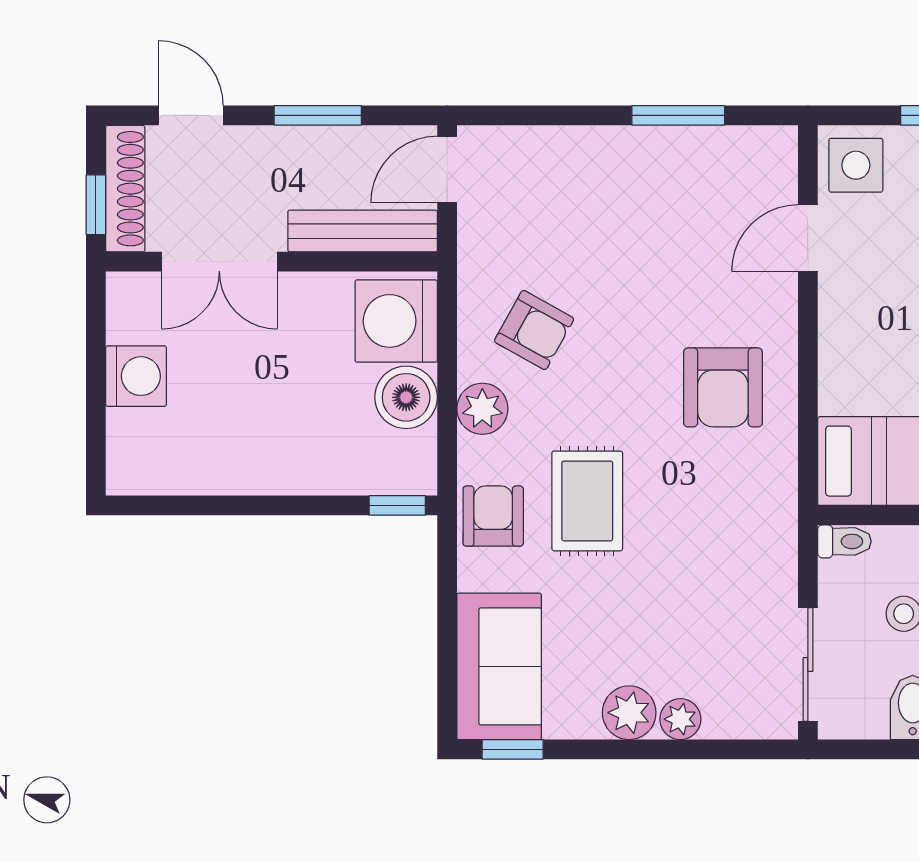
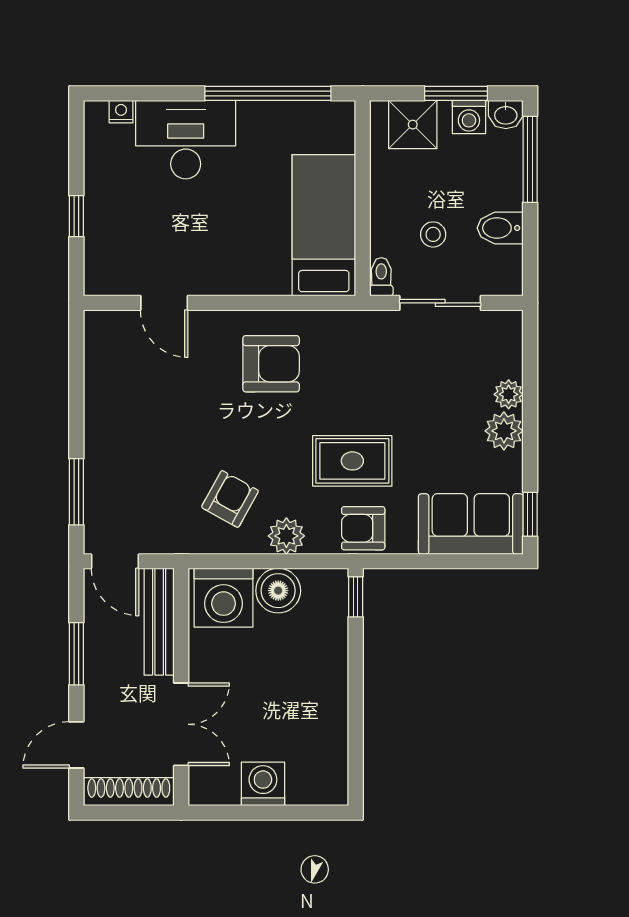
window: (678, 115) -> (76, 492), moved
side table: (856, 165) -> (112, 269), removed
window: (96, 205) -> (140, 813), removed
sliding door: (808, 664) -> (440, 303), moved

